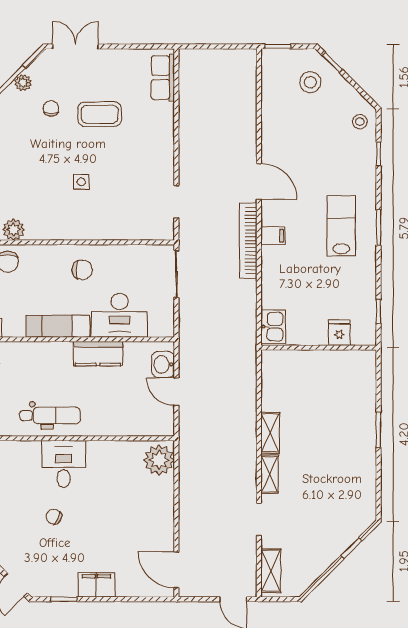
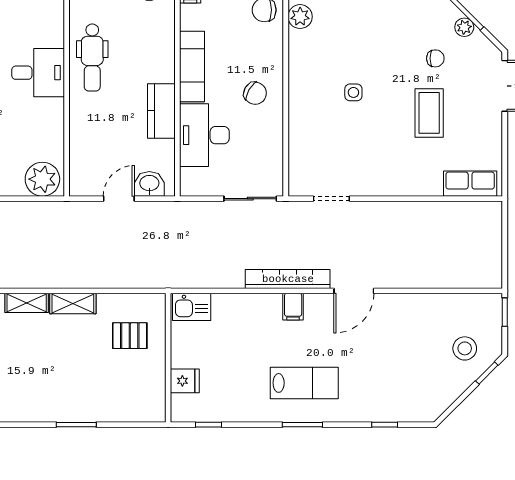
stool: (360, 122) -> (421, 404), removed
chair: (82, 270) -> (255, 93), turned -60
pallet: (299, 382) -> (130, 336), added

